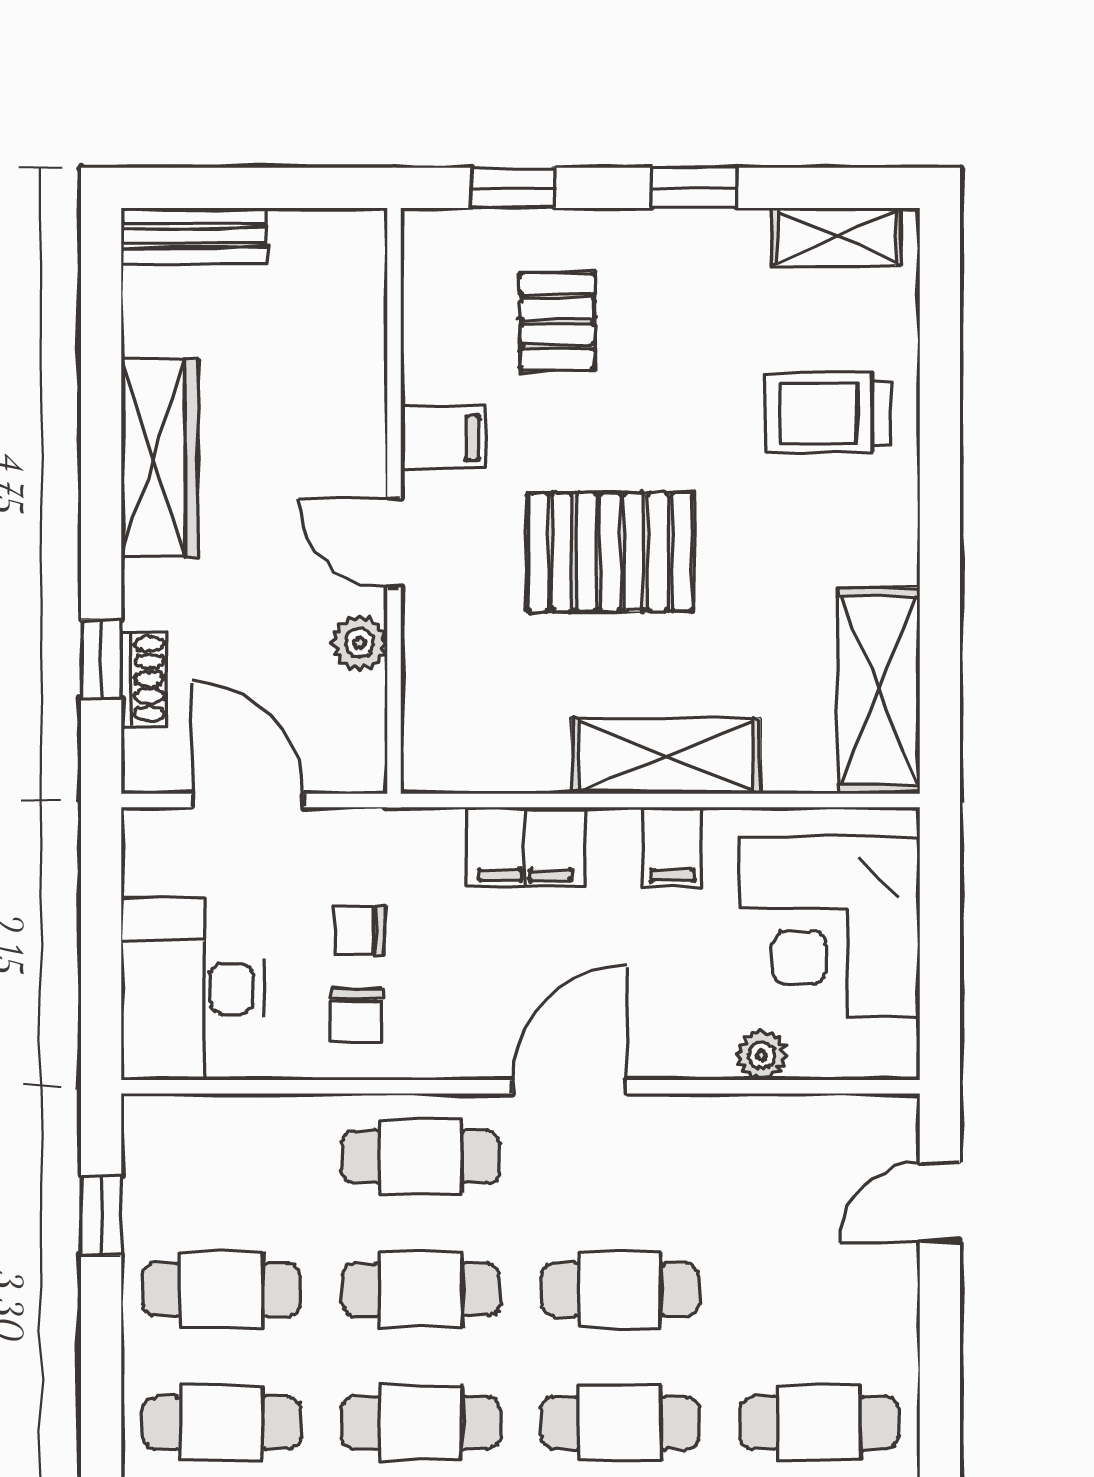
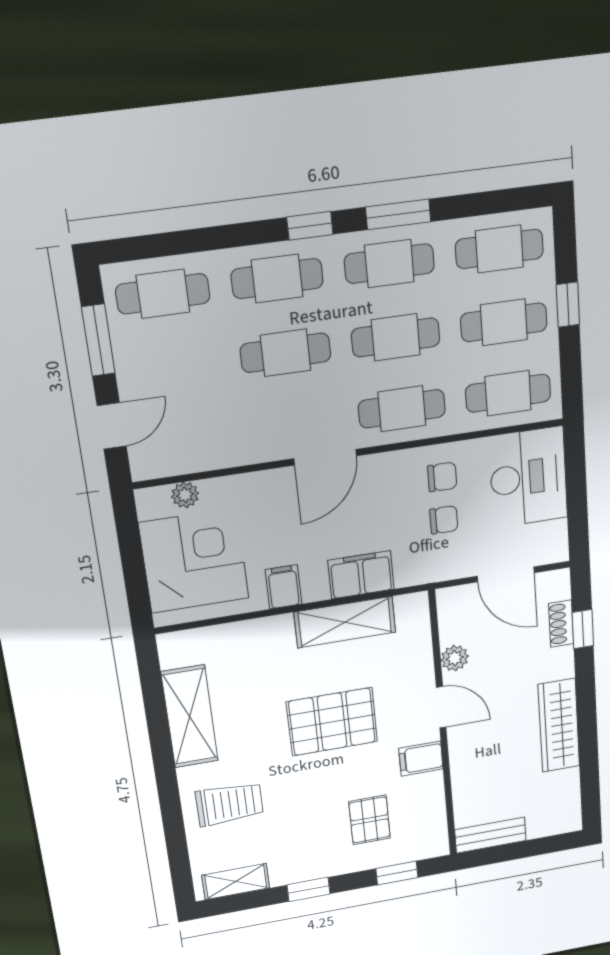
bench: (194, 236) -> (490, 835), moved
shelving: (879, 690) -> (190, 717), moved
shelving: (666, 756) -> (345, 622), moved
chair: (356, 1015) -> (442, 477), turned 90
plant: (761, 1055) -> (185, 495), moved
cafe table: (222, 1157) -> (508, 393), added
window: (101, 1216) -> (568, 305), moved
window: (940, 1358) -> (98, 340), added

